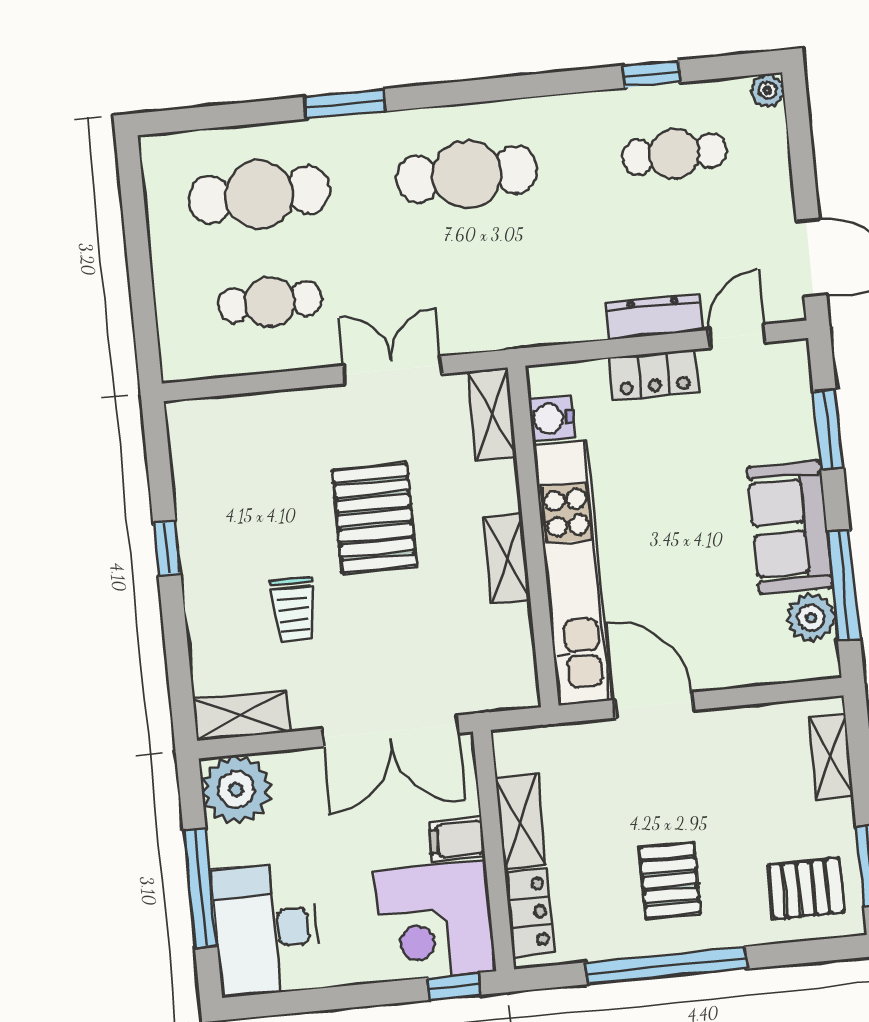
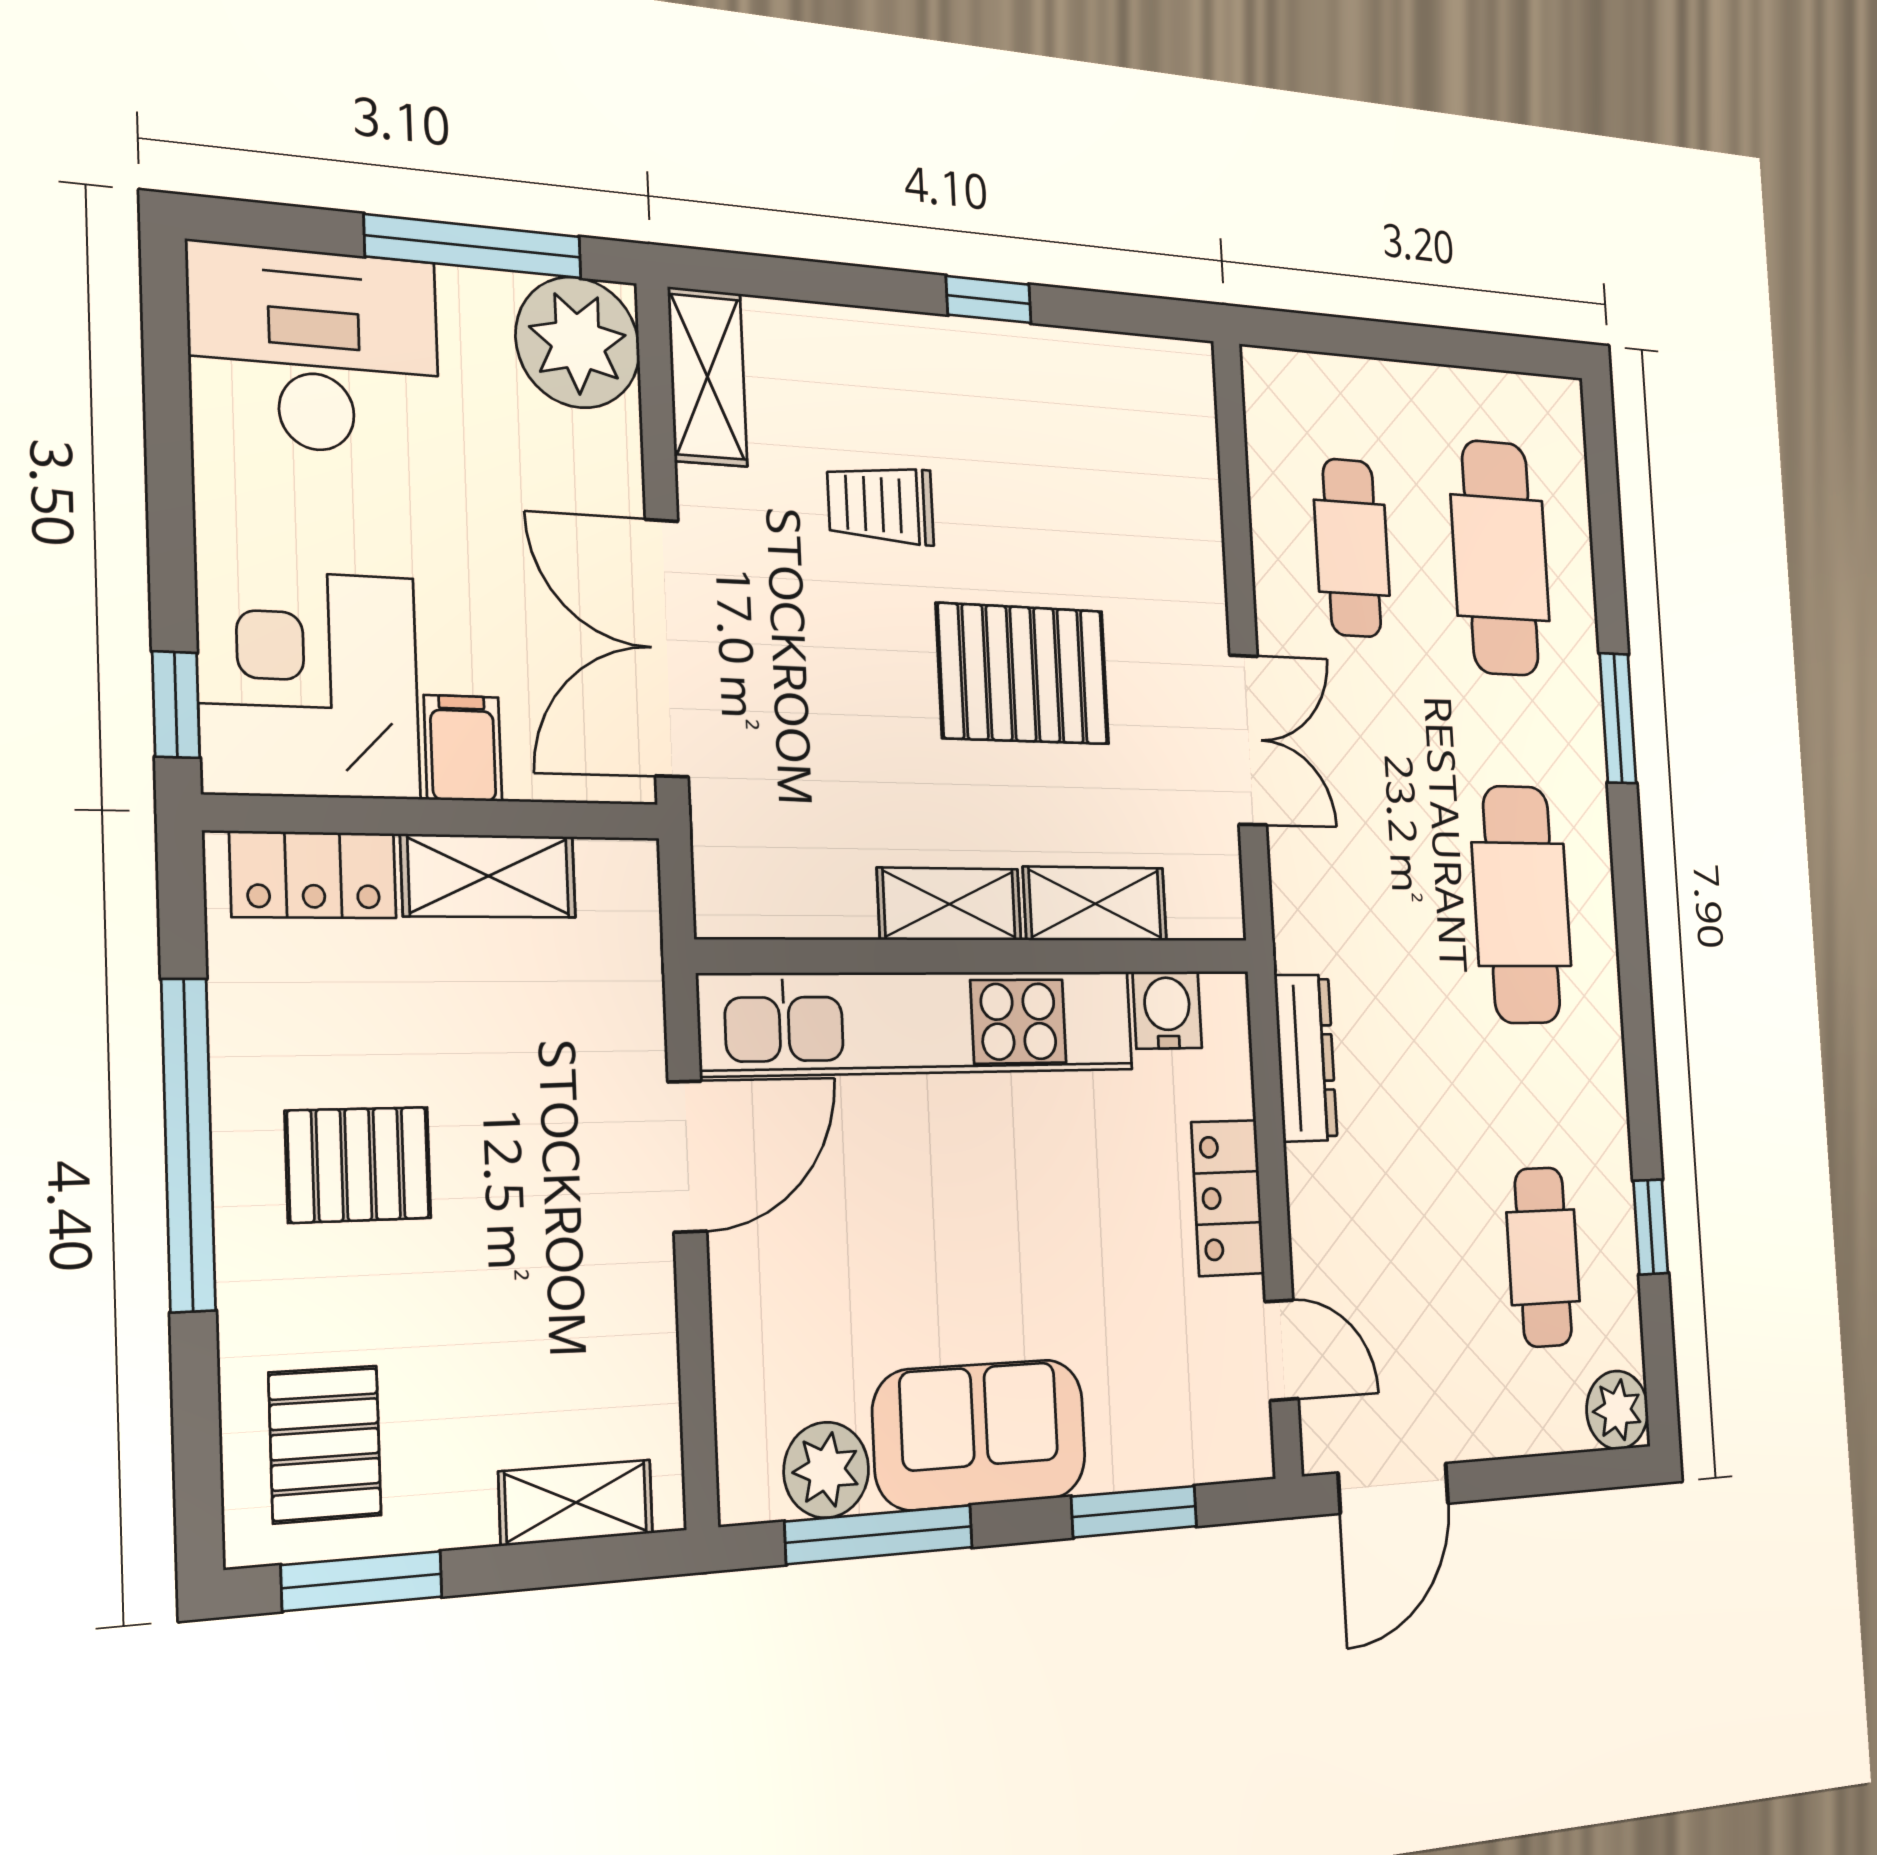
plant: (767, 90) -> (1617, 1410), width x1.38, depth x1.38
dresser: (654, 317) -> (1306, 1058), moved
shelving: (492, 414) -> (1095, 904), moved
window: (200, 888) -> (474, 246), moved

